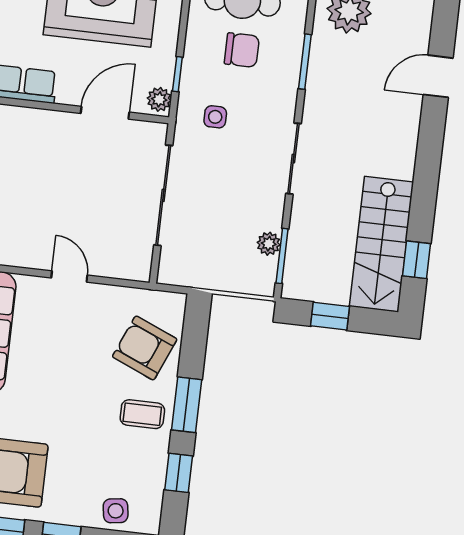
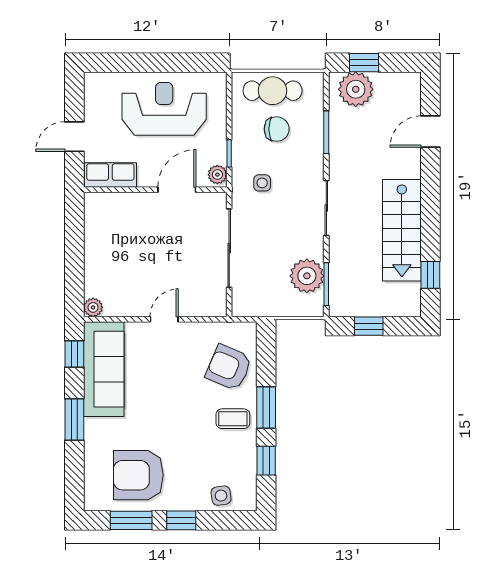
plant: (269, 244) -> (307, 276), width x1.88, depth x1.88
stairs: (381, 244) -> (402, 230), moved
door: (69, 277) -> (164, 319), hinge flipped

